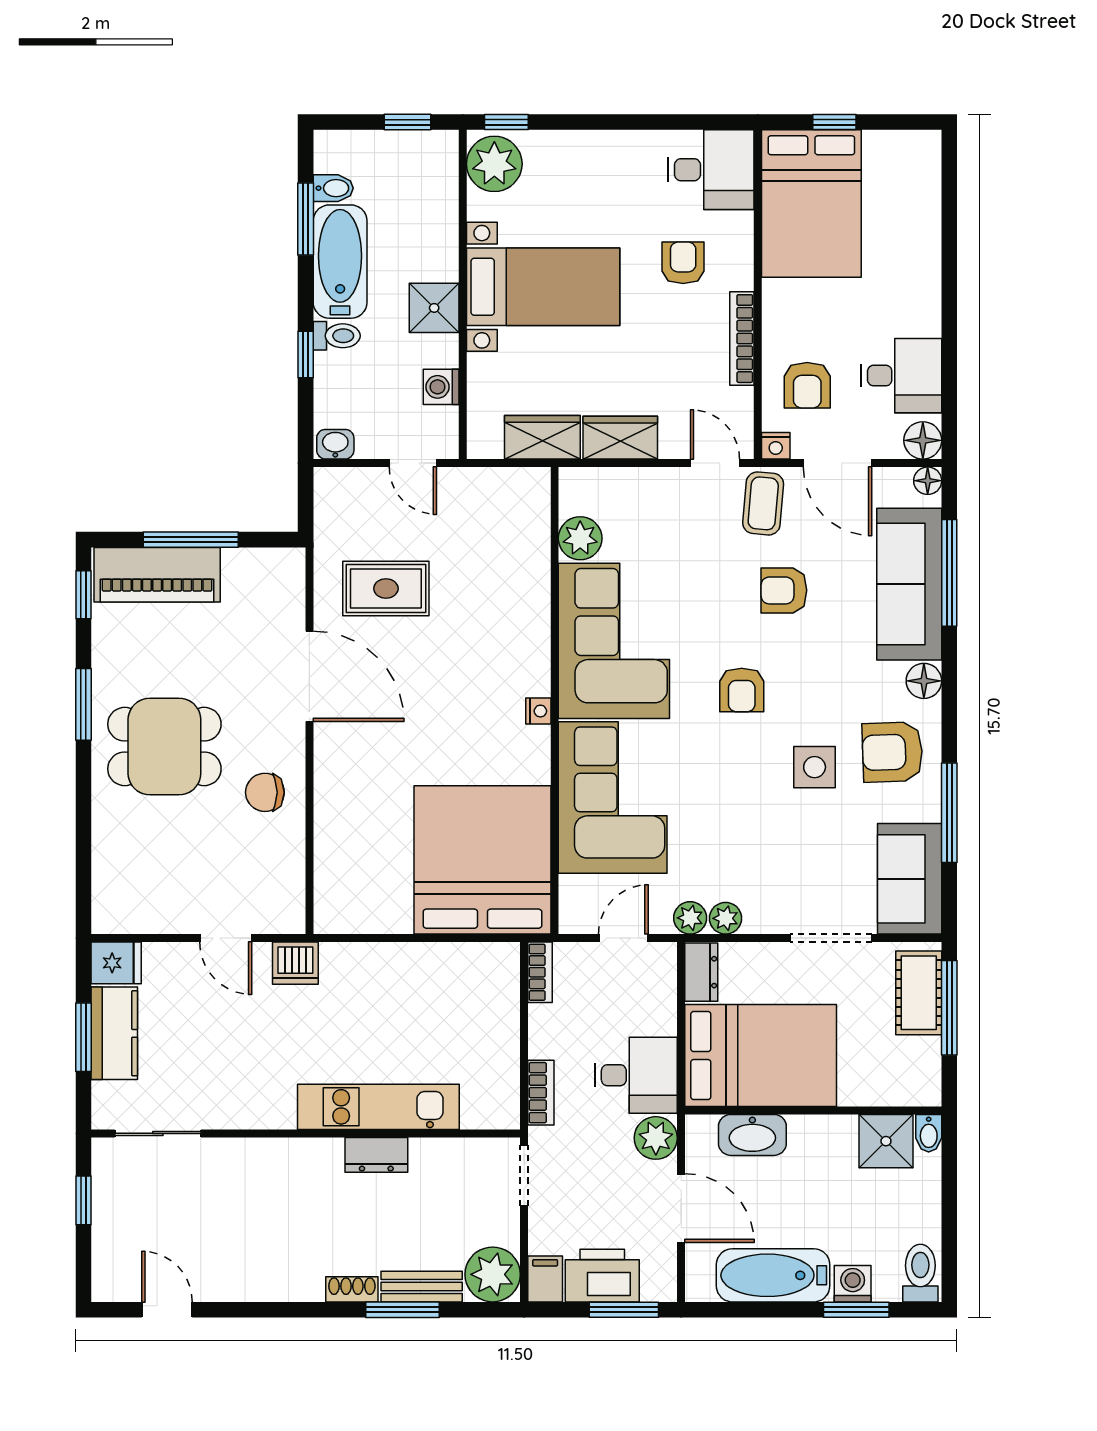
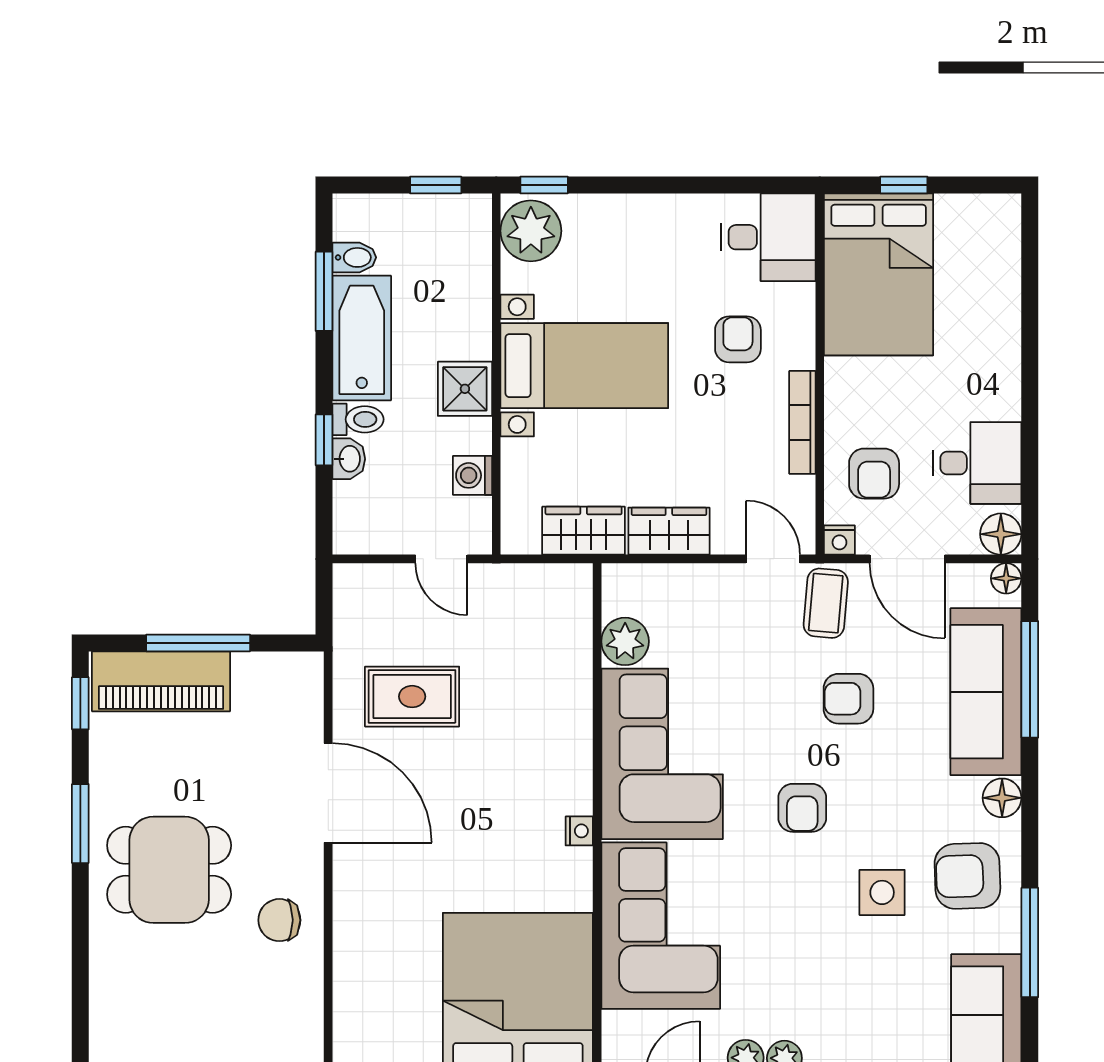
washbasin: (335, 444) -> (349, 459), moved, turned 90

